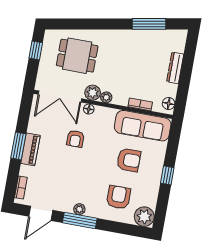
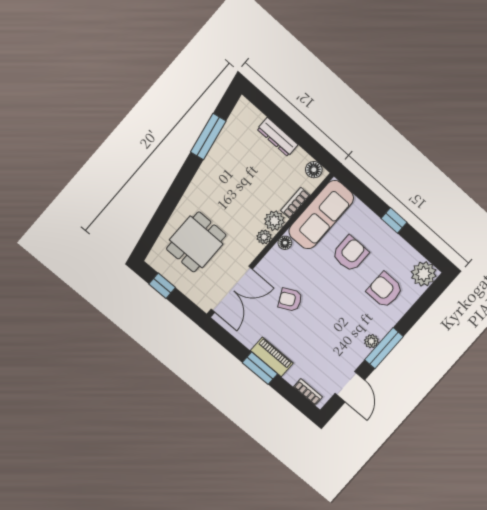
plant: (93, 93) -> (274, 221), moved
floor lamp: (89, 109) -> (285, 243), moved
armchair: (75, 139) -> (290, 300), turned 153

